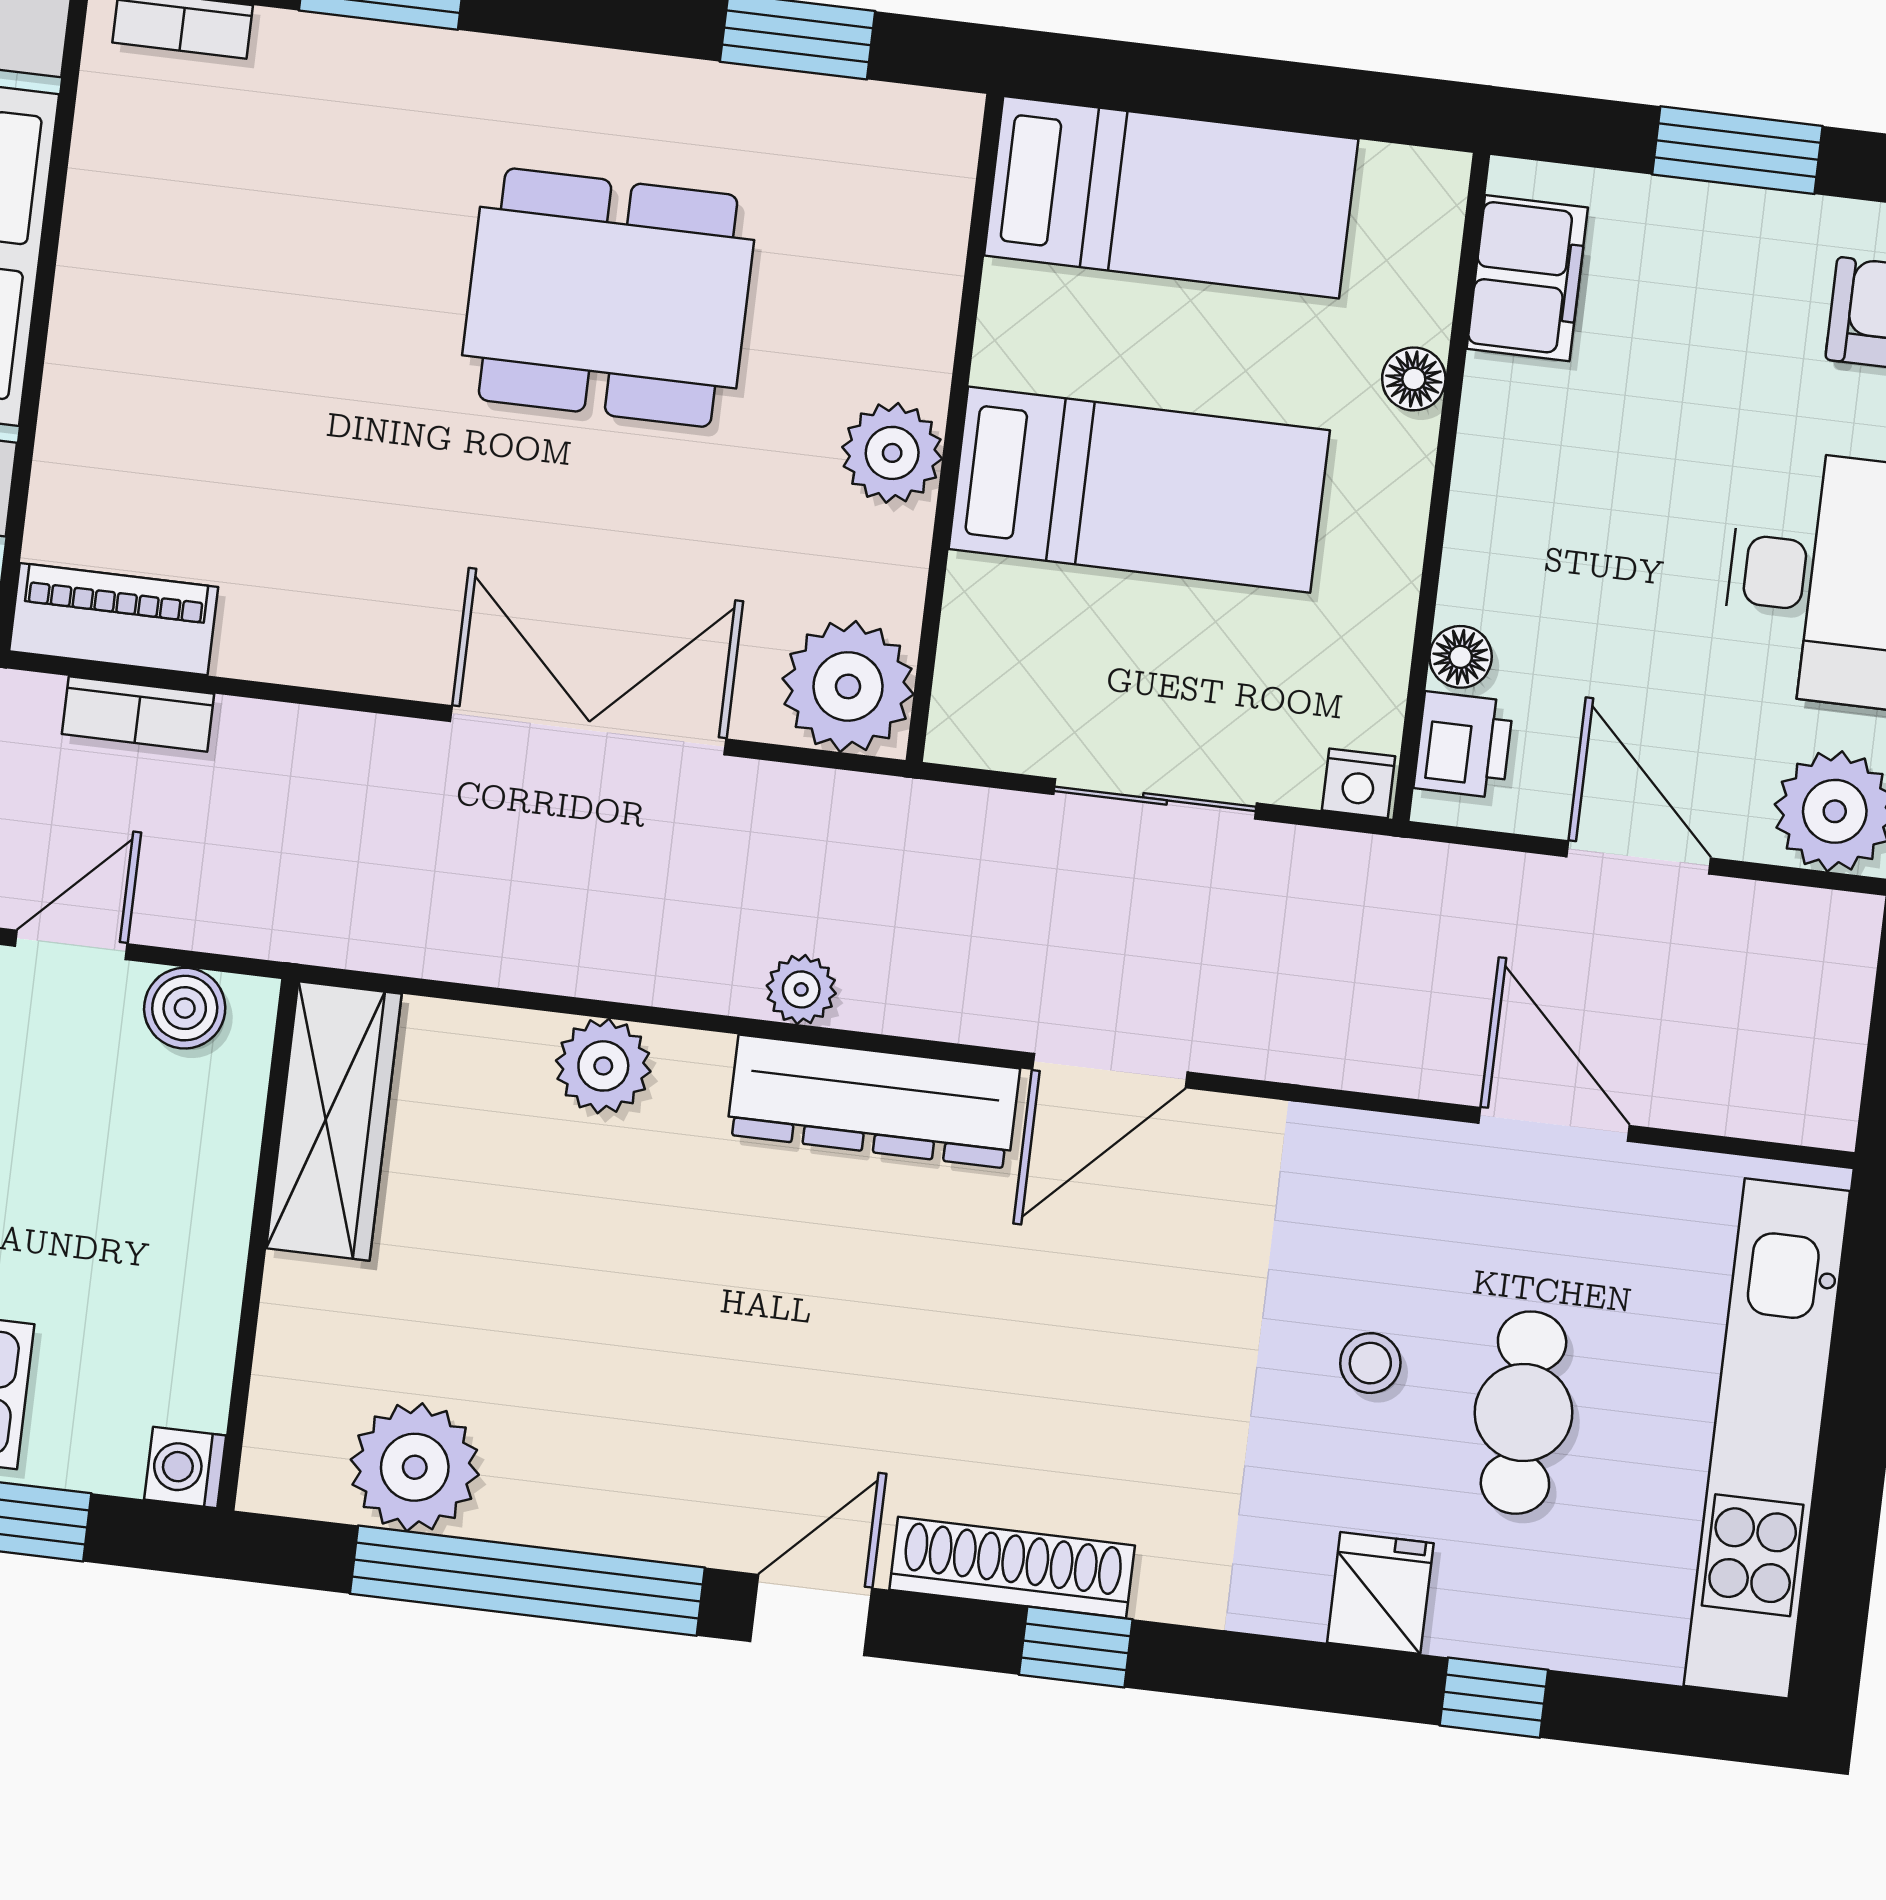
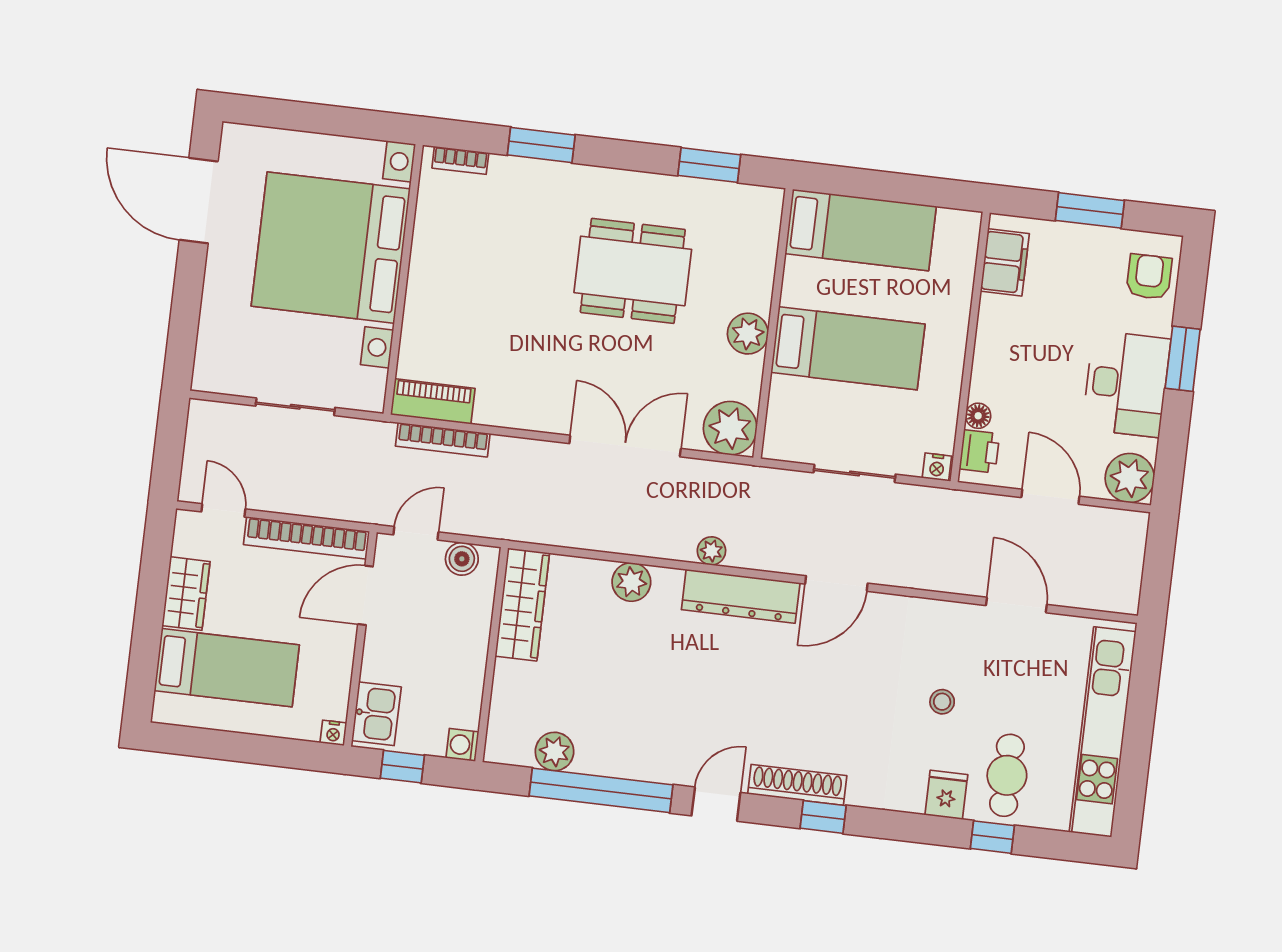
floor lamp: (1414, 379) -> (959, 303), removed
bookcase: (138, 714) -> (443, 440), width x1.56
cafe table: (1523, 1413) -> (1007, 775), moved
plant: (415, 1467) -> (554, 751), width x0.73, depth x0.73

